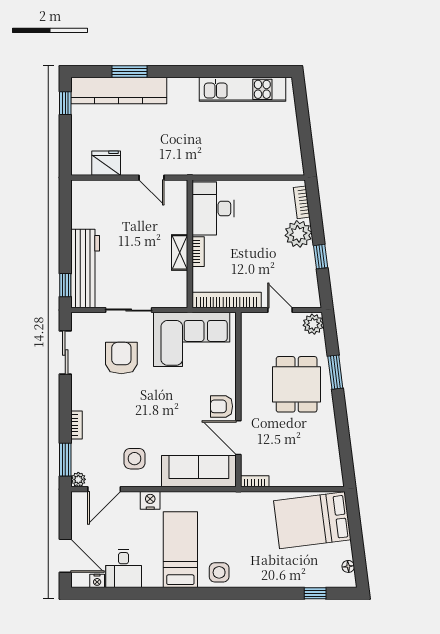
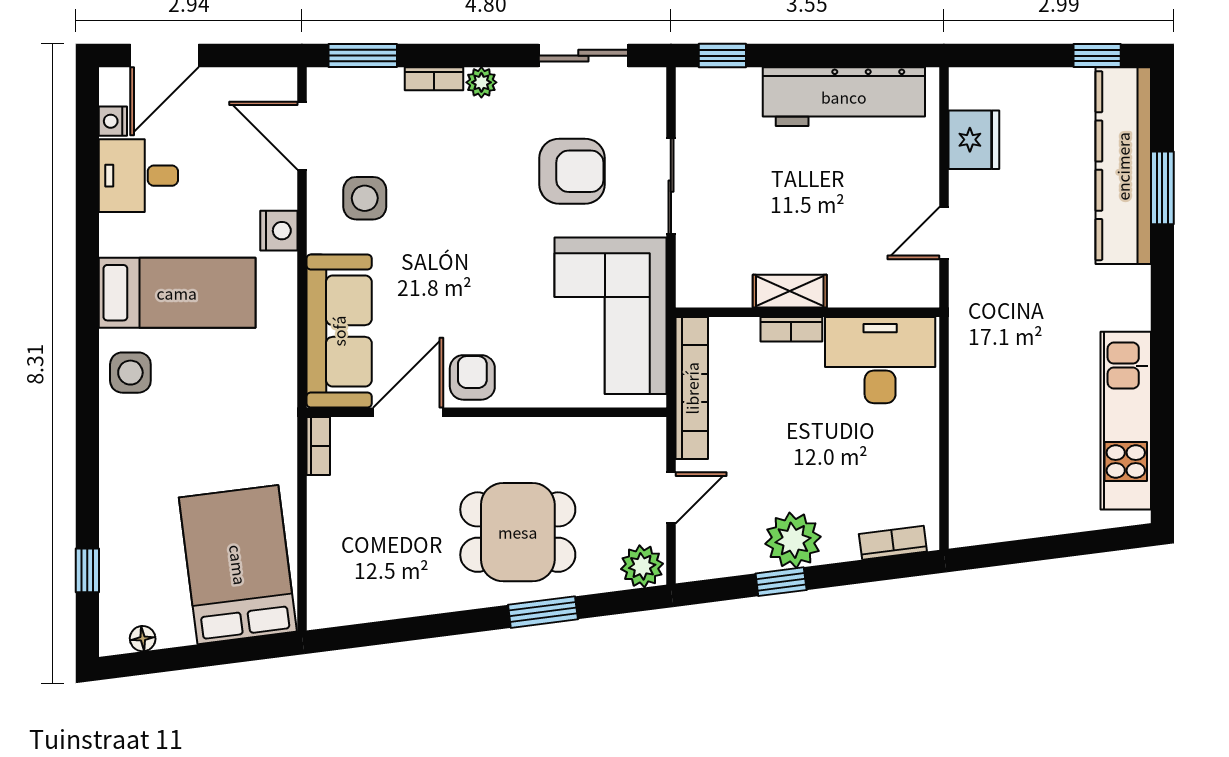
plant: (298, 234) -> (793, 540), moved
workbench: (85, 268) -> (844, 97), moved
plant: (78, 479) -> (481, 82), moved

